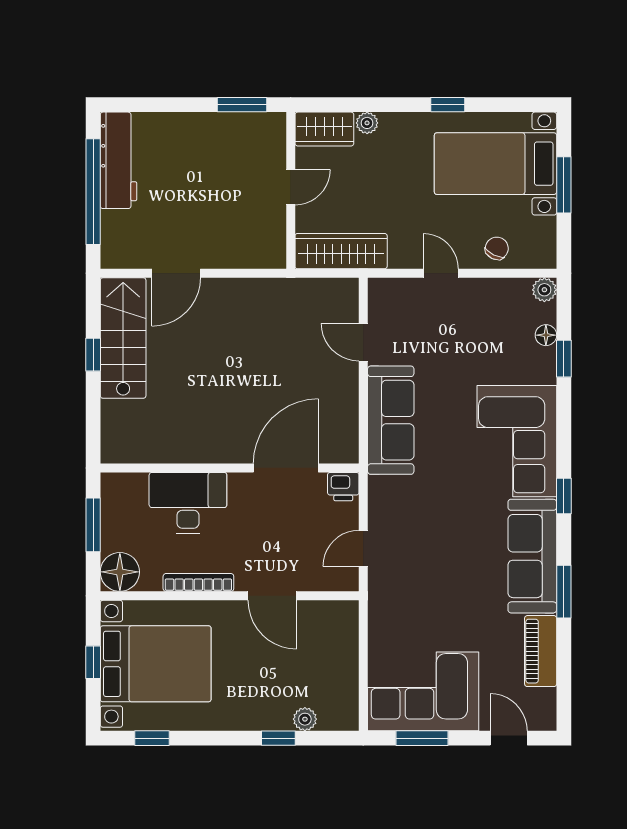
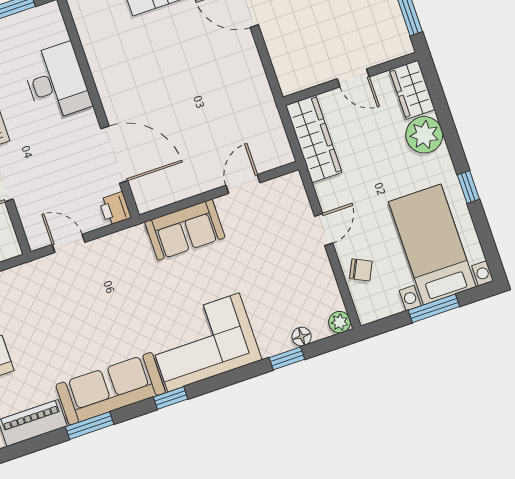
plant: (367, 123) -> (424, 135), width x1.87, depth x1.87
sofa: (391, 420) -> (185, 230), width x0.73

